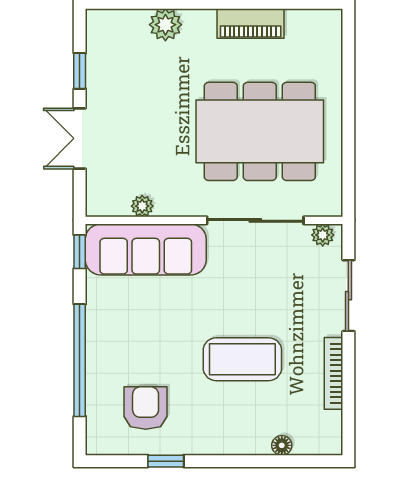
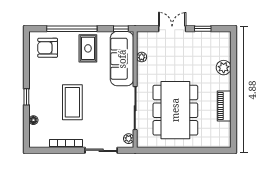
rug: (123, 325) -> (88, 48), added
armchair: (146, 408) -> (48, 48), moved, turned 180
window: (166, 461) -> (26, 97), moved

